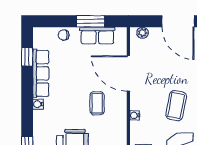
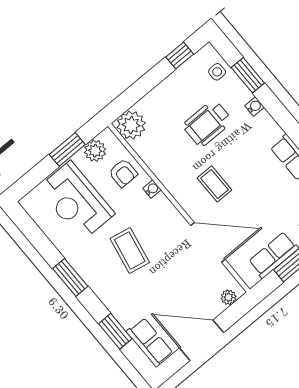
water cooler: (38, 104) -> (255, 106), moved
water cooler: (135, 115) -> (152, 189), moved

